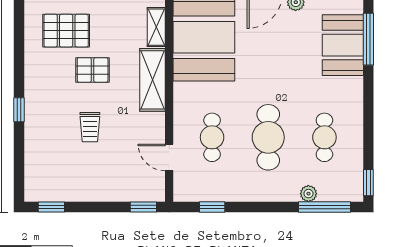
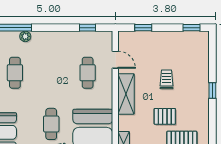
shelving: (152, 80) -> (126, 94), moved
cafe table: (268, 137) -> (51, 124), moved, width x0.73, depth x0.74
window: (143, 207) -> (143, 28), moved

